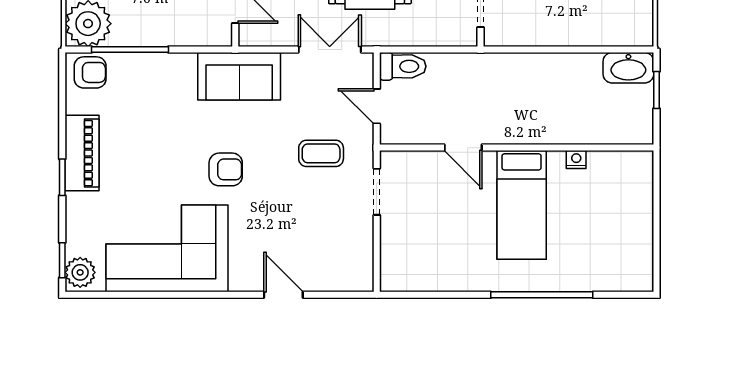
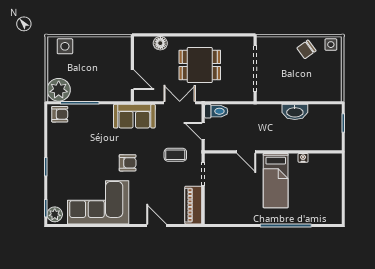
washbasin: (628, 68) -> (295, 112), moved
piano: (82, 153) -> (193, 205), moved, turned 180

